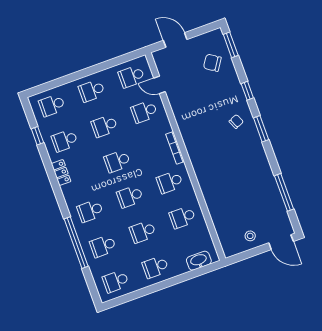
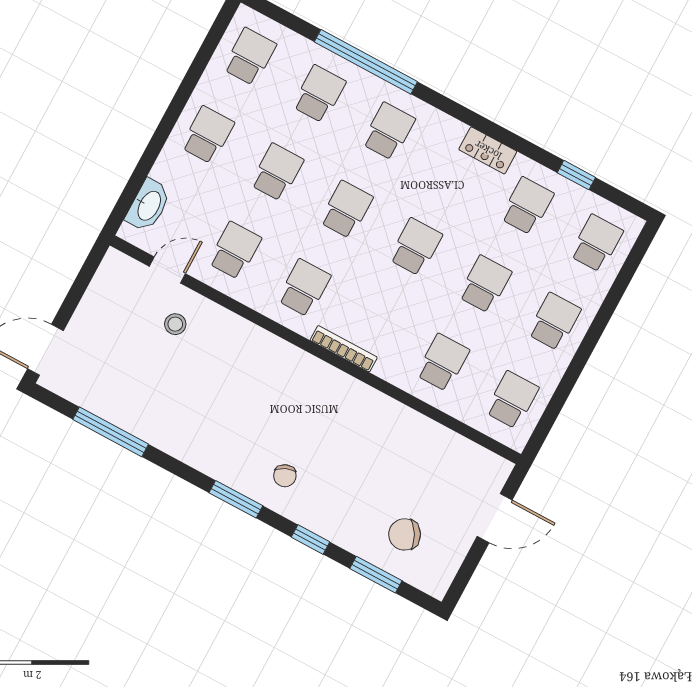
window: (231, 45) -> (376, 575), moved
chair: (212, 63) -> (405, 534), turned -152
door: (159, 85) -> (167, 270), moved
stool: (250, 236) -> (175, 324), moved

